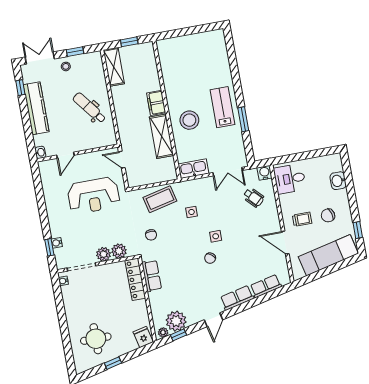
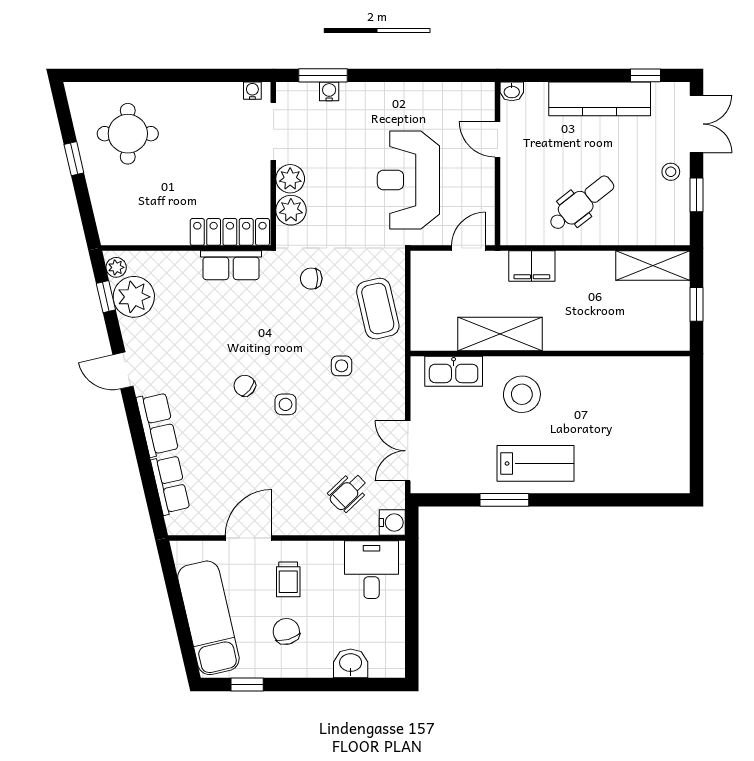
filing cabinet: (156, 103) -> (532, 266), moved, turned 180
kitchen sink: (193, 169) -> (454, 371), moved, turned 90
window: (49, 247) -> (323, 75), width x1.50
fridge: (143, 337) -> (114, 227), removed

